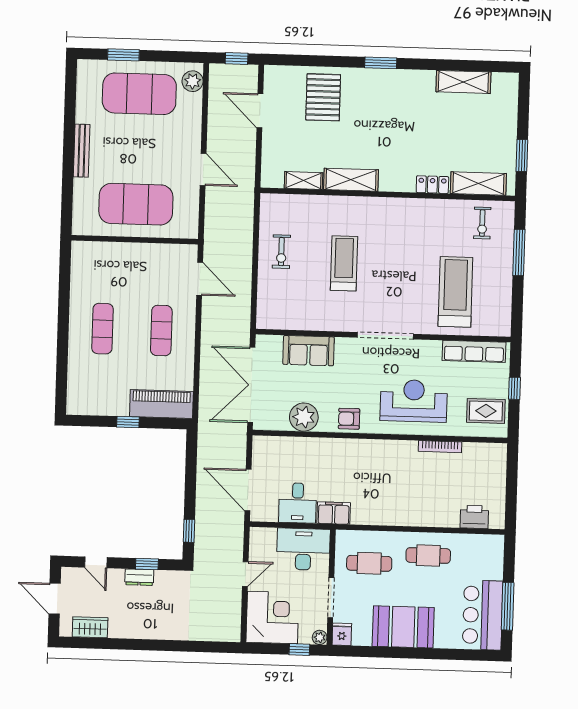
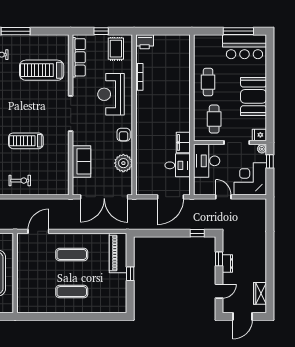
printer: (474, 517) -> (145, 42), moved, turned -90

